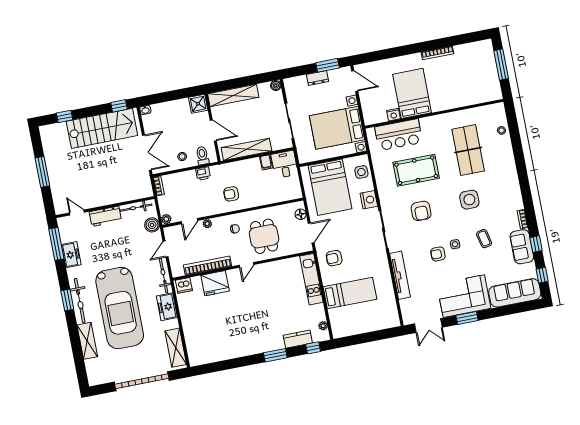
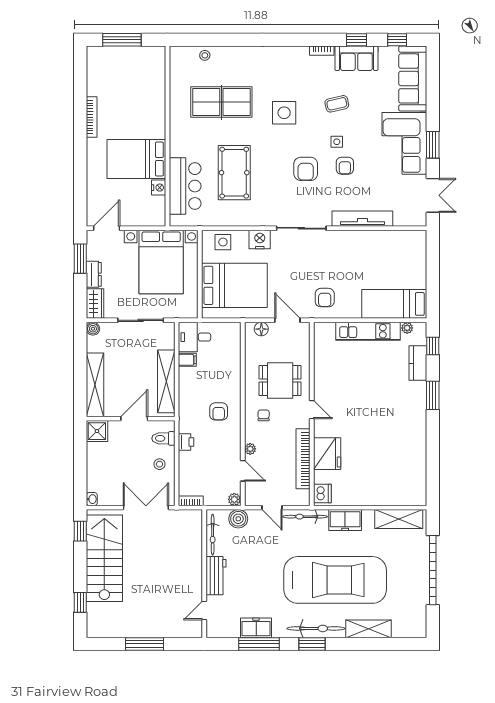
wardrobe: (295, 83) -> (95, 304), added
armchair: (421, 211) -> (306, 169), moved, turned 90
window: (56, 244) -> (259, 644), moved
kitchen unit: (311, 279) -> (368, 331), moved
bed: (350, 293) -> (394, 304), moved, turned -90

